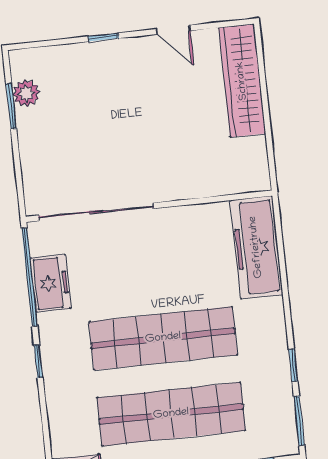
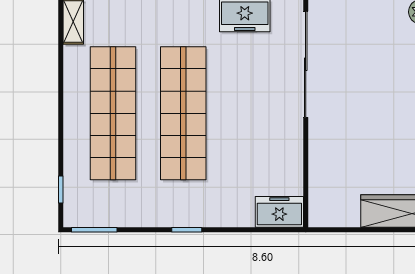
freezer: (256, 247) -> (279, 212), width x0.52, depth x0.79
window: (293, 365) -> (187, 230), moved

